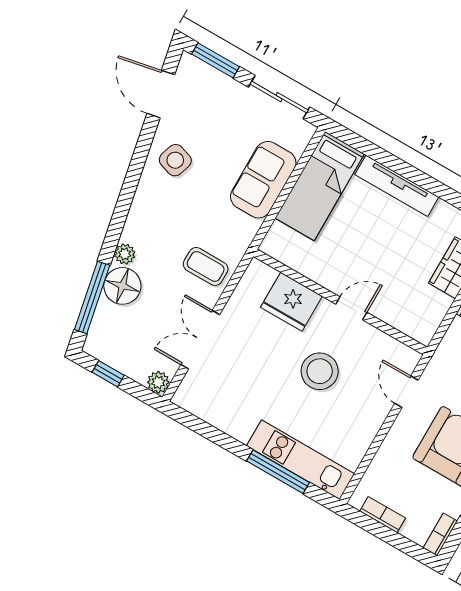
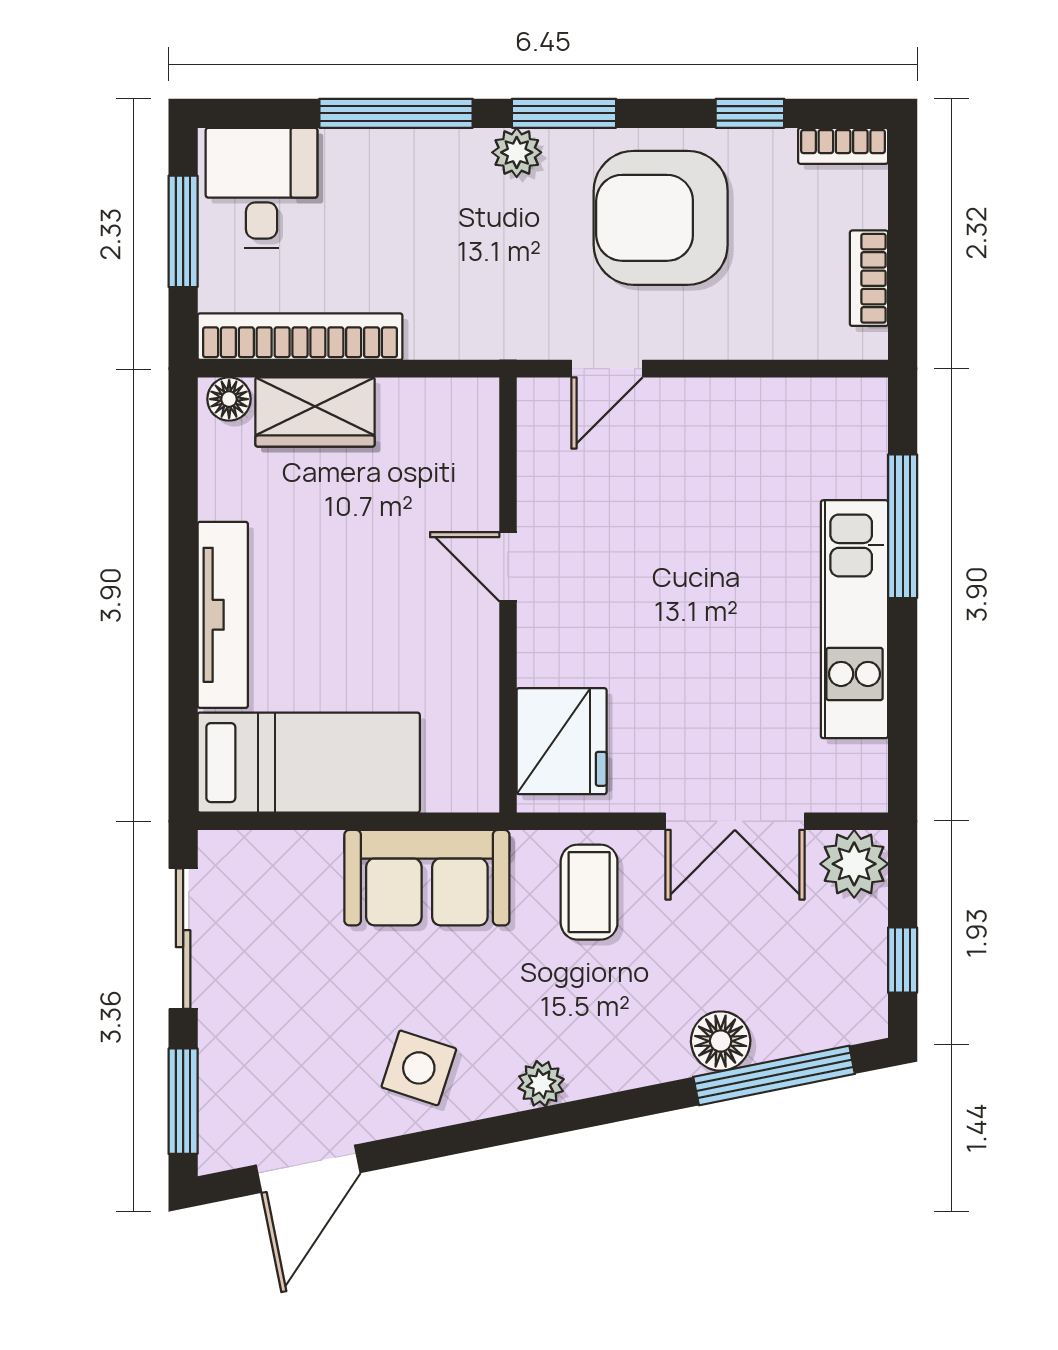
sofa: (263, 180) -> (427, 878), moved
plant: (125, 254) -> (541, 1084), moved
floor lamp: (122, 286) -> (721, 1041), width x0.73, depth x0.73
fridge: (291, 302) -> (562, 741), moved
stool: (320, 371) -> (664, 558), removed
plant: (158, 382) -> (854, 864), width x1.38, depth x1.38
kitchen unit: (300, 460) -> (854, 619), moved

